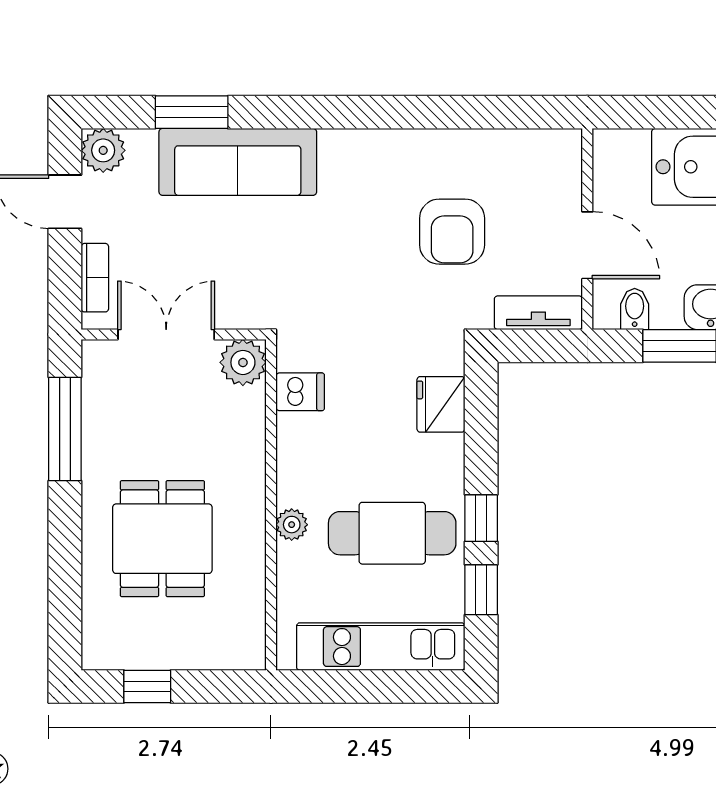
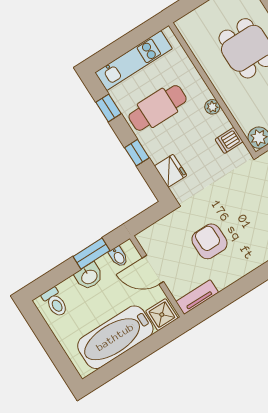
shower: (623, 154) -> (162, 315), added
tv unit: (538, 313) -> (197, 297), moved, turned 180
window: (481, 518) -> (137, 153), moved
plant: (292, 525) -> (212, 107), moved

